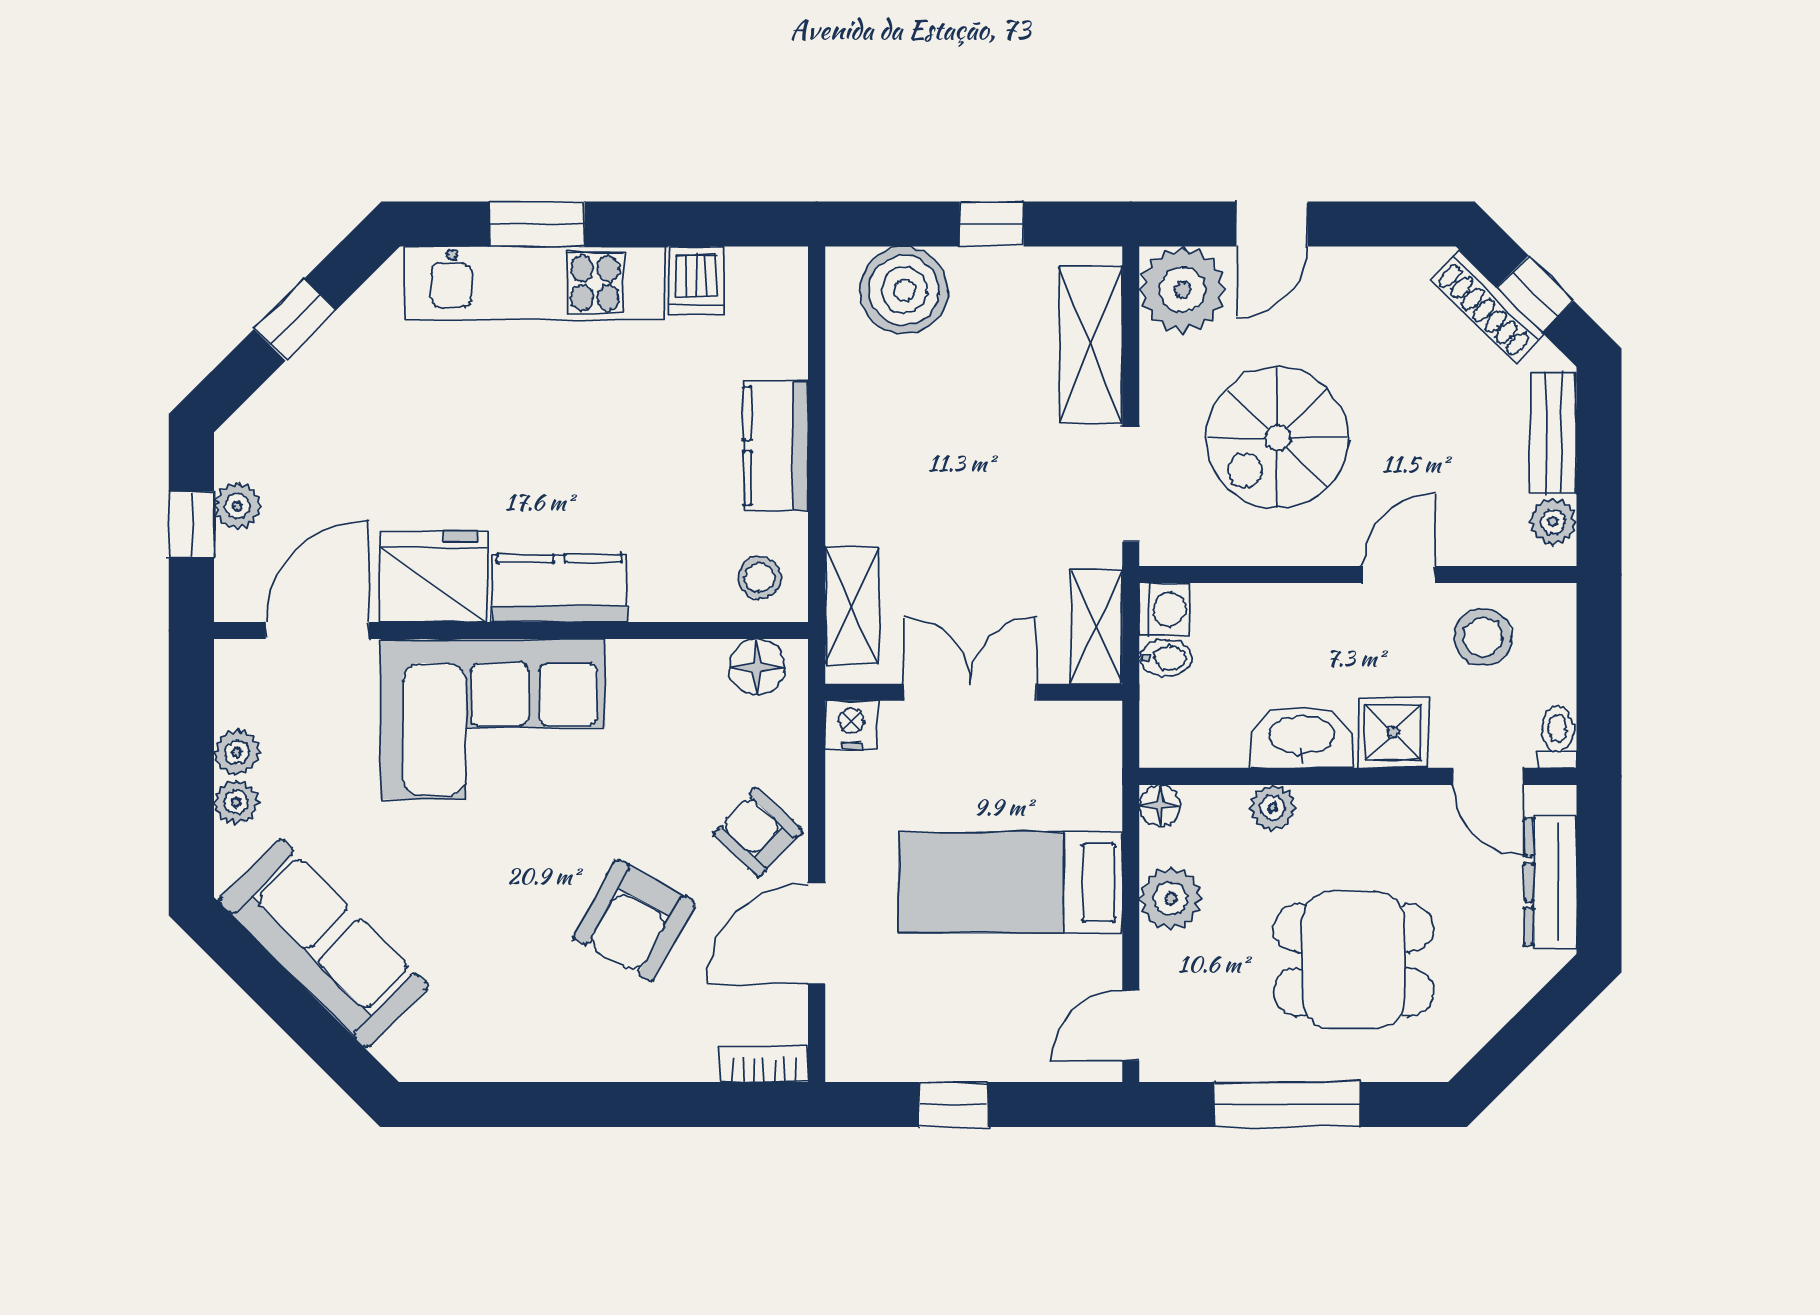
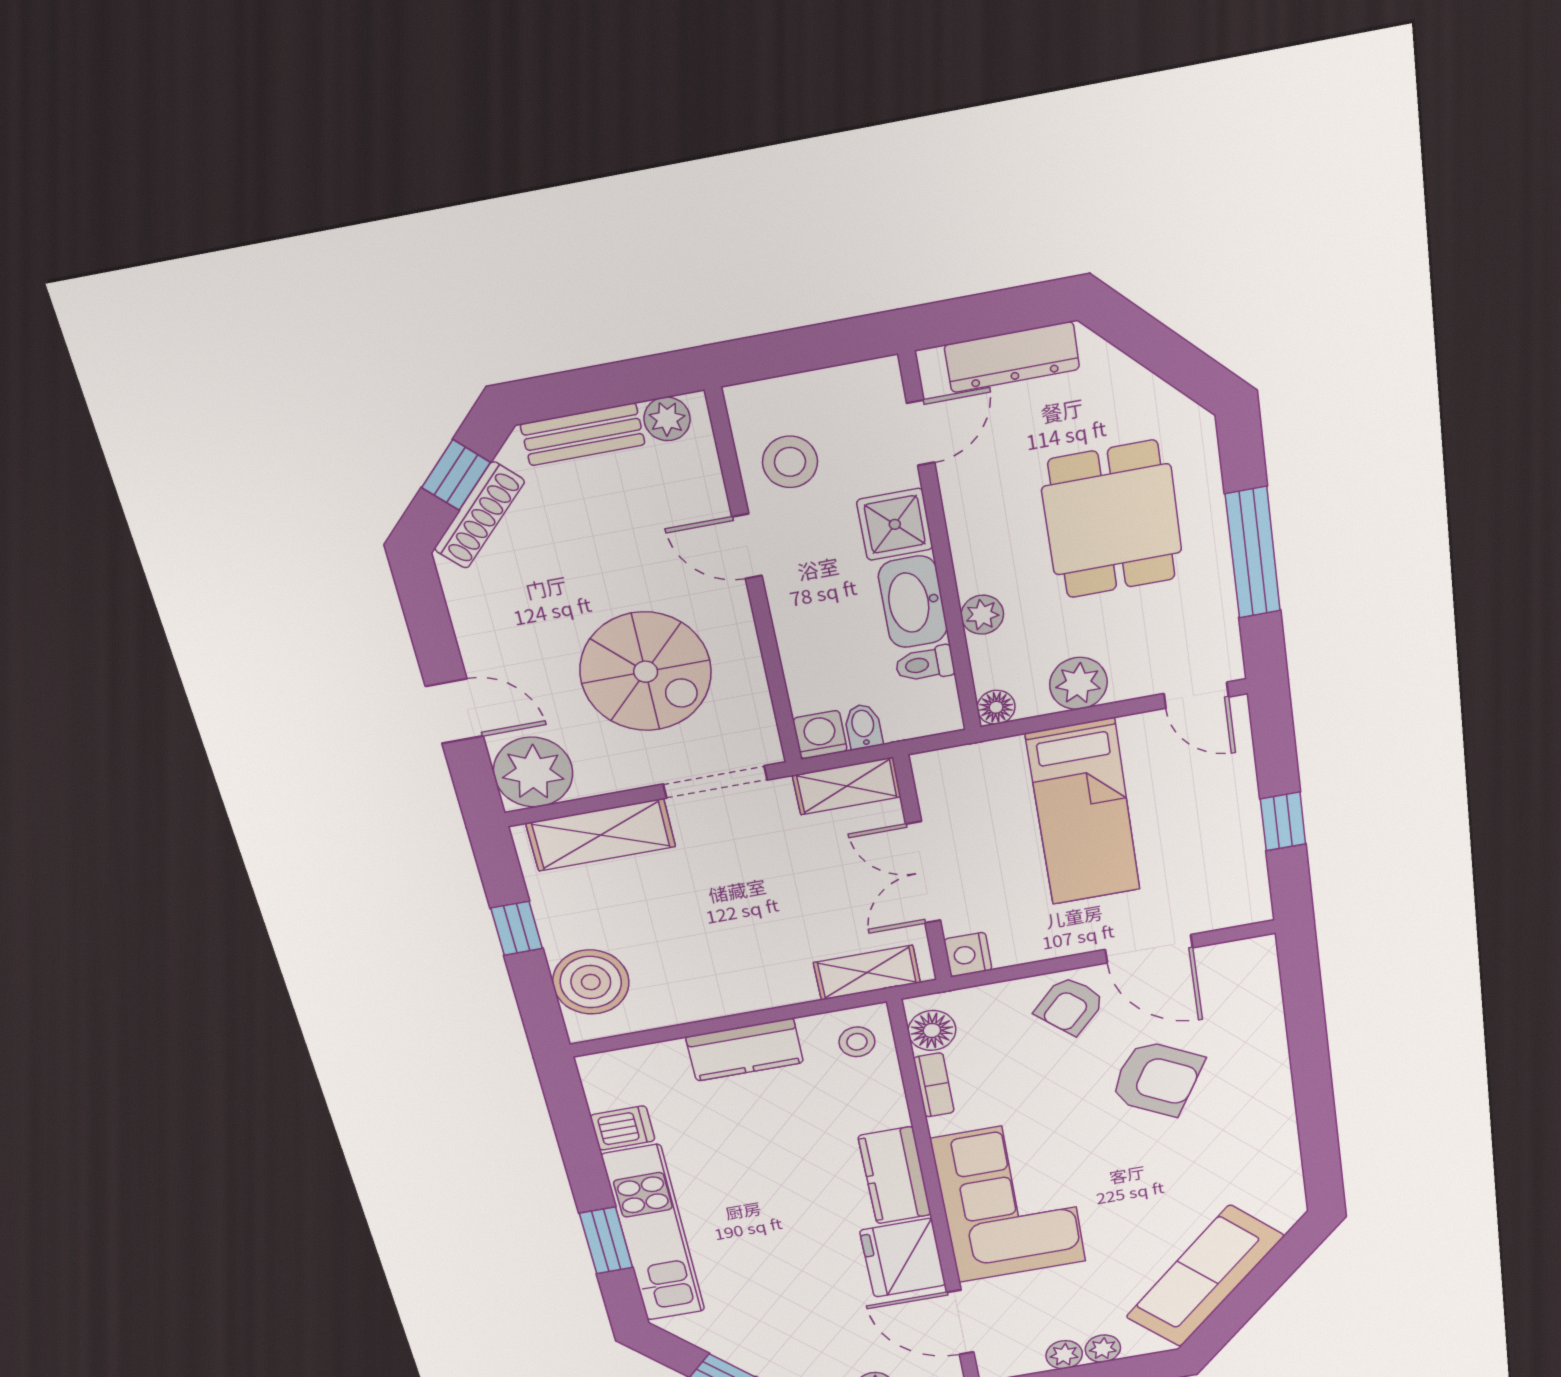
toilet: (1558, 737) -> (925, 664), moved
bookcase: (764, 1064) -> (934, 1085), moved, turned 180

